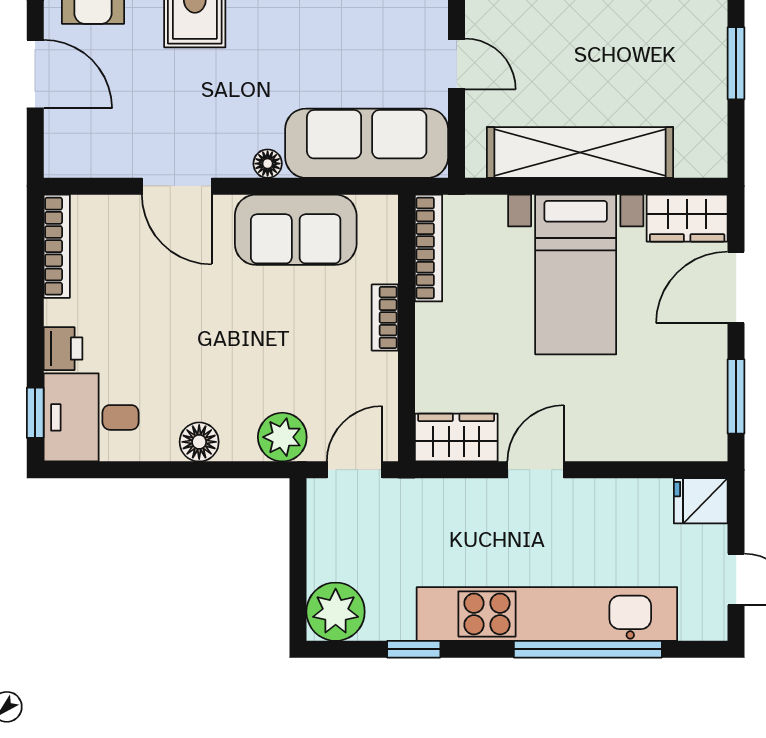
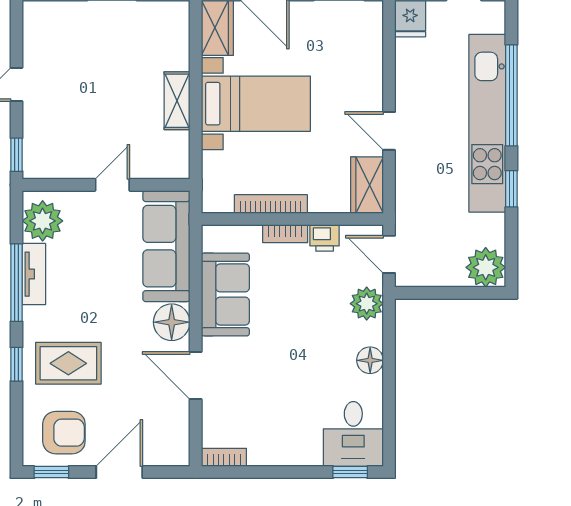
shelving: (580, 152) -> (177, 101), width x0.45, depth x0.75
floor lamp: (268, 164) -> (172, 322), width x1.89, depth x1.89
door: (177, 186) -> (196, 376), swing flipped
bookcase: (57, 246) -> (224, 457), width x0.64
bookcase: (428, 248) -> (271, 204), moved
printer: (63, 349) -> (325, 238), moved, turned 180
window: (414, 649) -> (511, 189), moved

